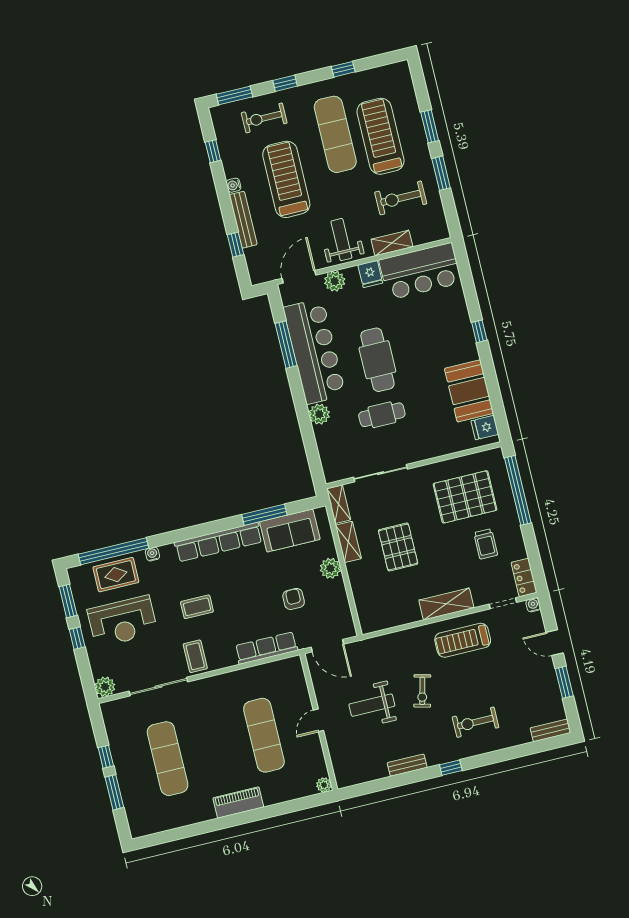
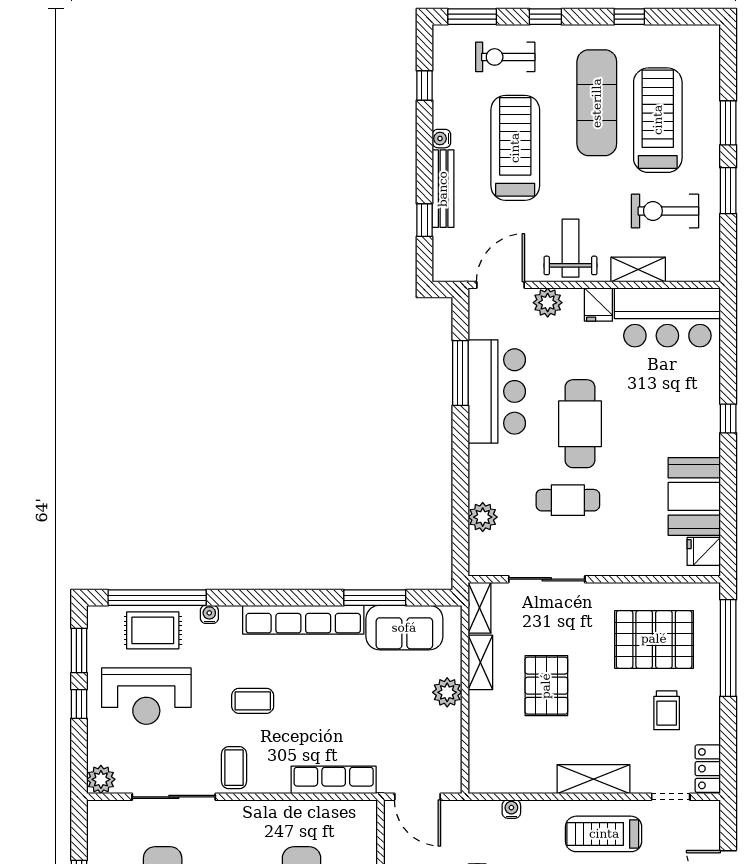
bar counter: (314, 351) -> (497, 391), width x0.73
plant: (319, 414) -> (483, 517), moved
armchair: (294, 599) -> (387, 722), removed
water cooler: (533, 605) -> (511, 809), moved

